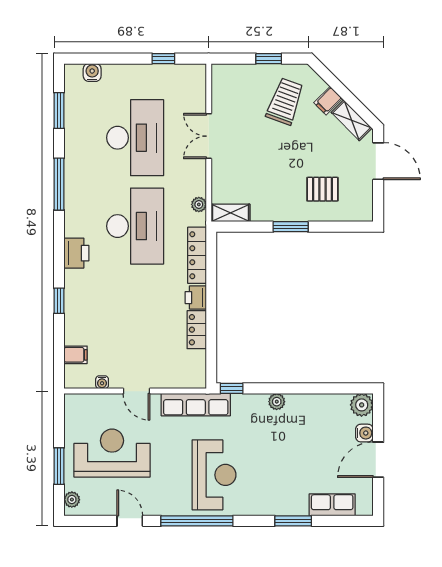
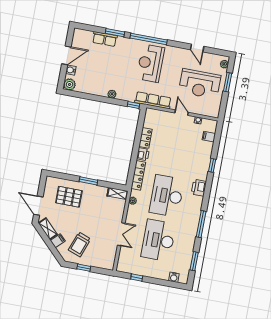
pallet: (322, 189) -> (69, 197), width x1.50, depth x1.42
row of seats: (332, 505) -> (105, 39), moved
window: (197, 521) -> (149, 39), moved

